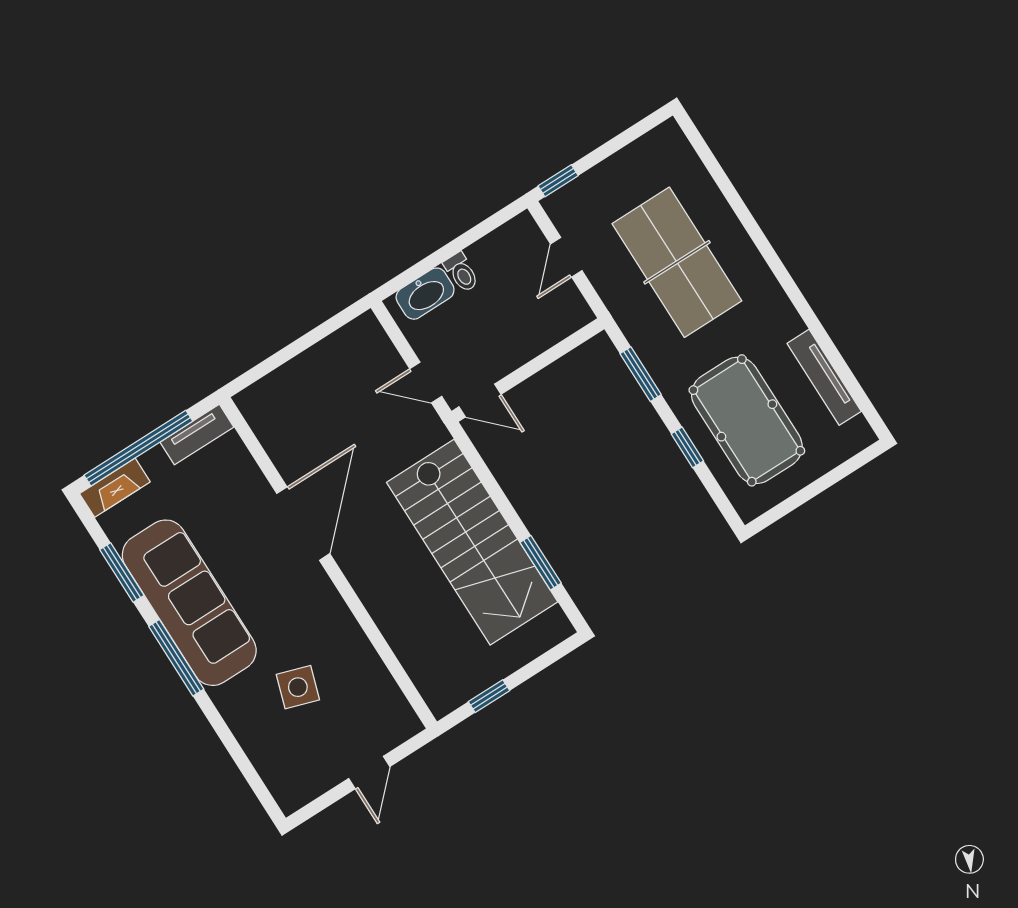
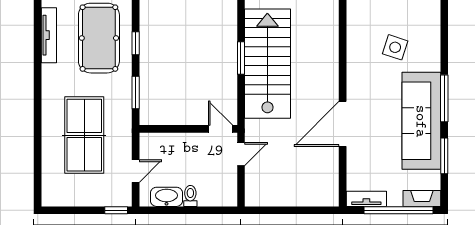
washbasin: (425, 294) -> (166, 197), moved
door: (426, 382) -> (241, 154), hinge flipped
window: (541, 563) -> (241, 58), moved

